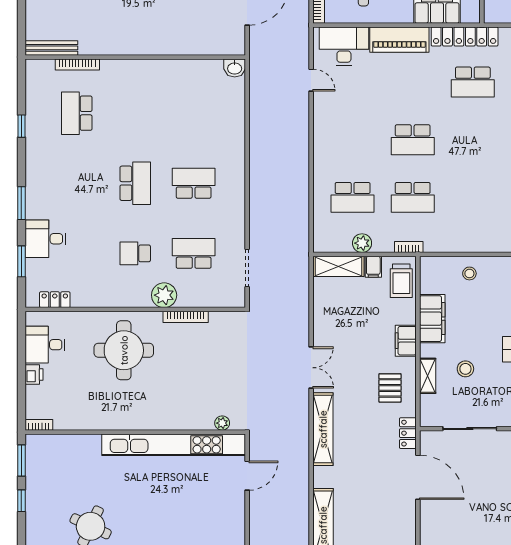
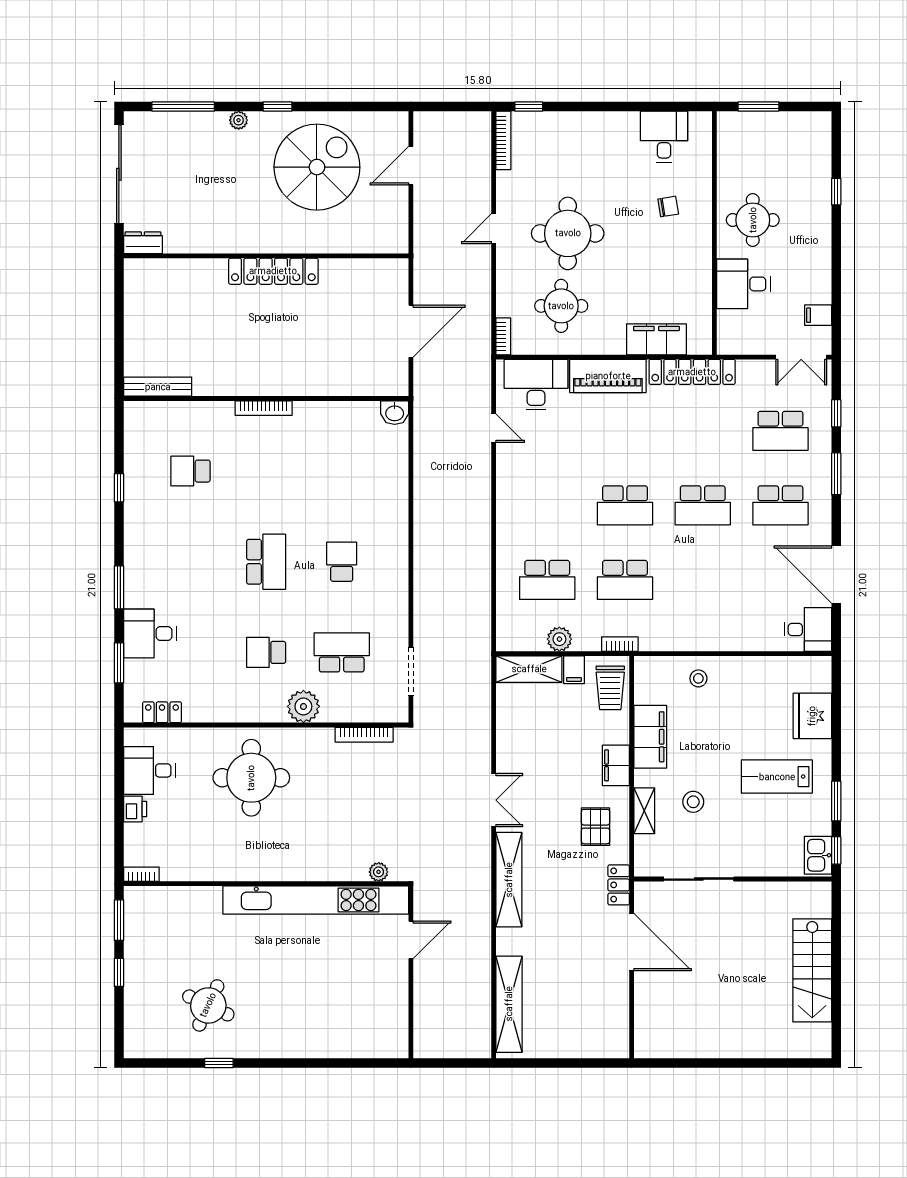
bookcase: (77, 64) -> (264, 408), moved
school desk: (473, 82) -> (703, 505), moved
school desk: (77, 113) -> (190, 471), width x0.54
school desk: (194, 183) -> (342, 562), width x0.54
bookcase: (186, 317) -> (364, 735), moved

